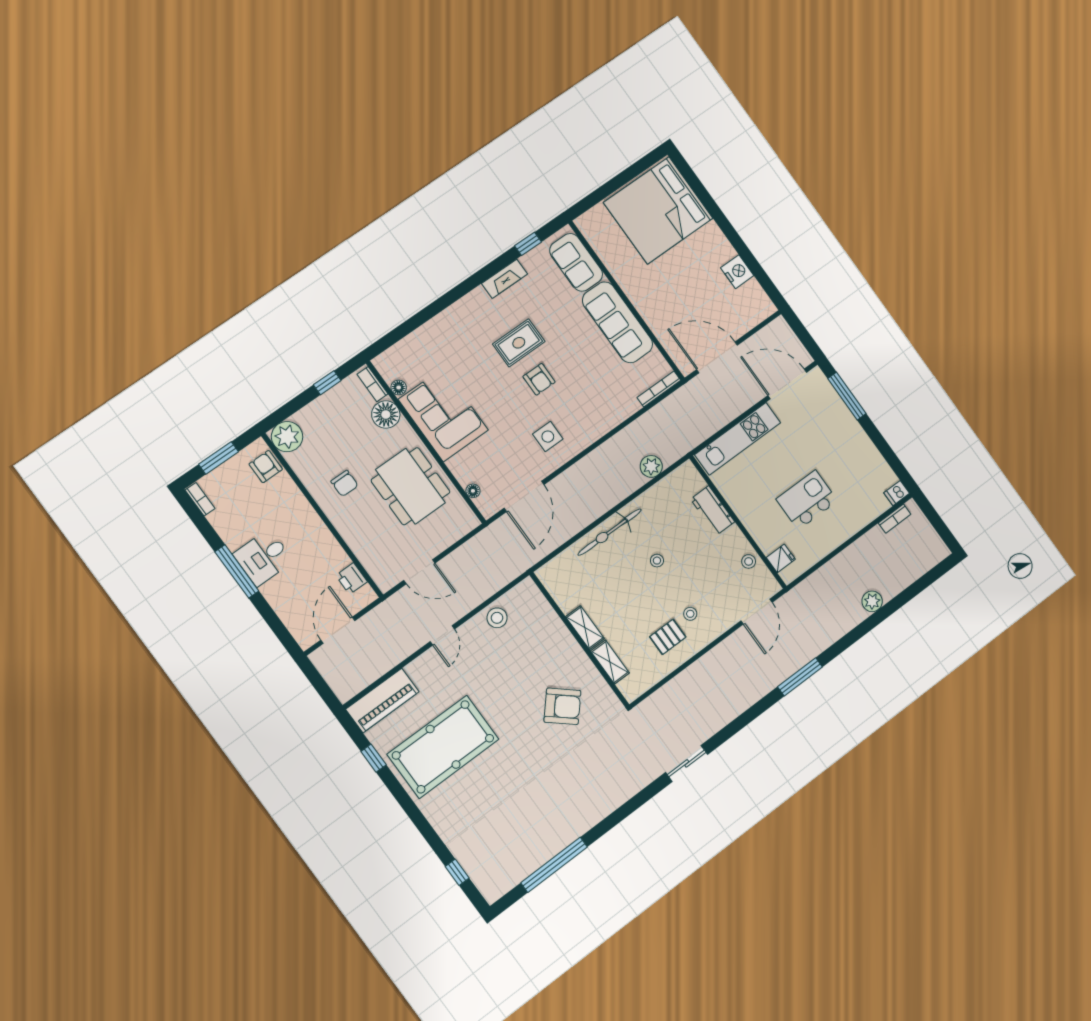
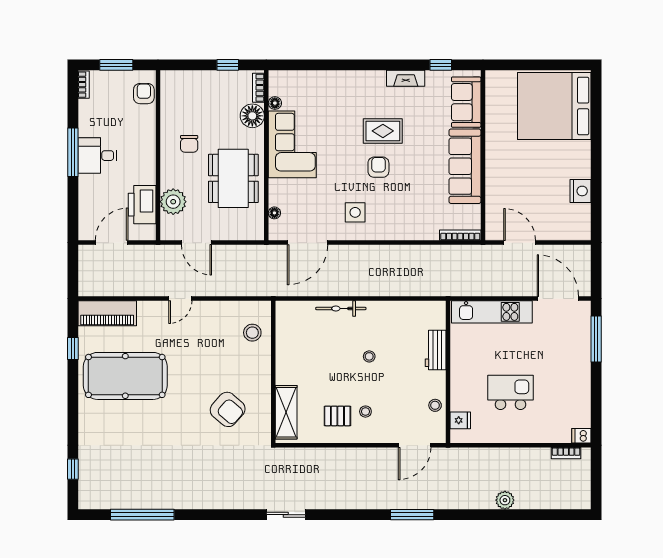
door: (717, 357) -> (520, 243), width x0.73
armchair: (539, 379) -> (378, 167), turned 180
plant: (287, 437) -> (173, 202), moved
plant: (651, 466) -> (414, 287), removed
bicycle: (610, 532) -> (341, 308), width x0.73, depth x0.71
printer: (352, 579) -> (142, 205), width x1.87, depth x1.48
stool: (497, 618) -> (252, 333), moved
shelving: (585, 628) -> (283, 366), removed
shelving: (610, 662) -> (286, 412), width x1.50, depth x1.33

